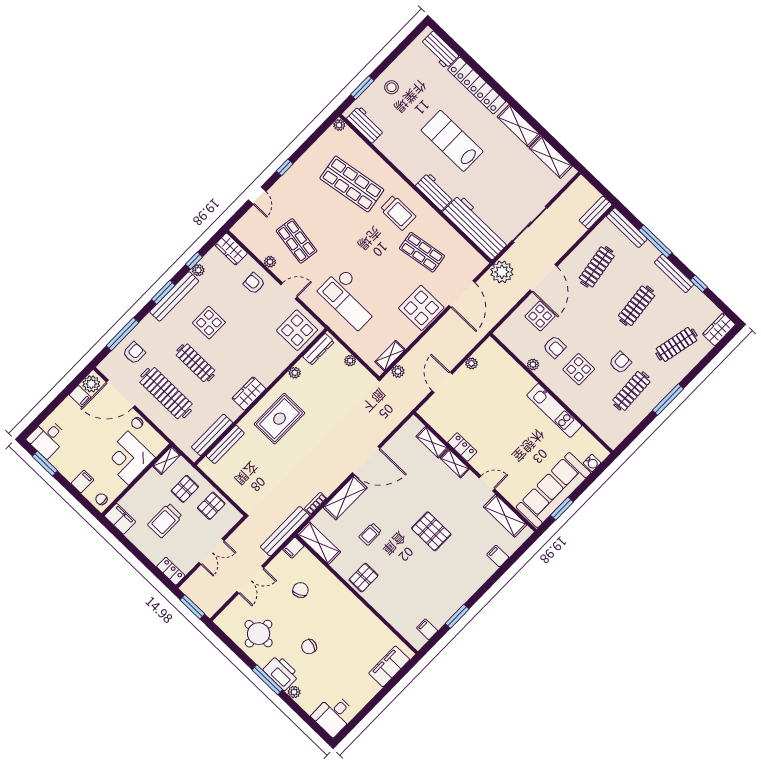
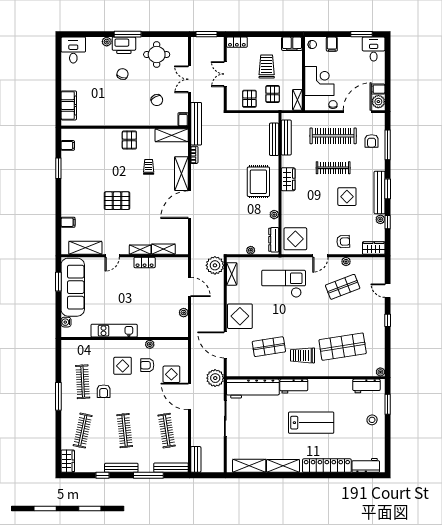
shop shelf: (296, 241) -> (343, 287), turned -30
plant: (398, 371) -> (215, 265), width x1.87, depth x1.87

